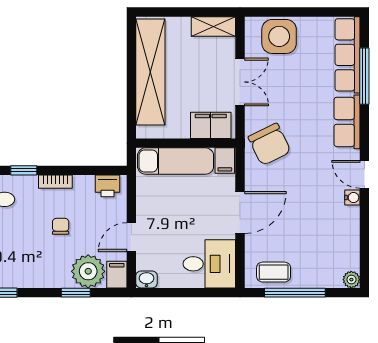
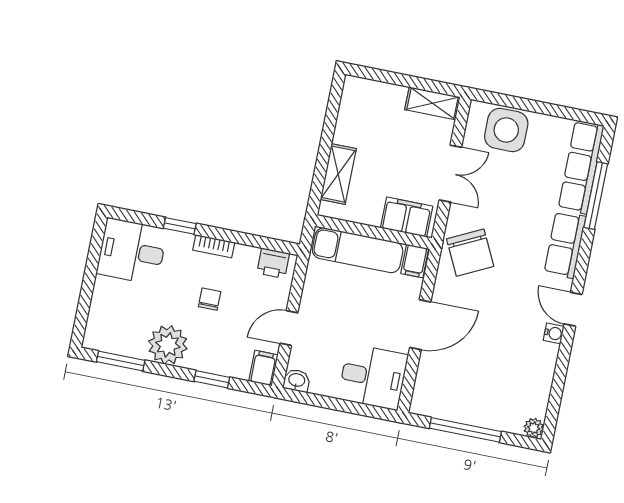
shelving: (150, 72) -> (338, 174), width x0.45, depth x0.75
plant: (88, 271) -> (168, 345), moved
coffee table: (274, 272) -> (445, 401), removed

